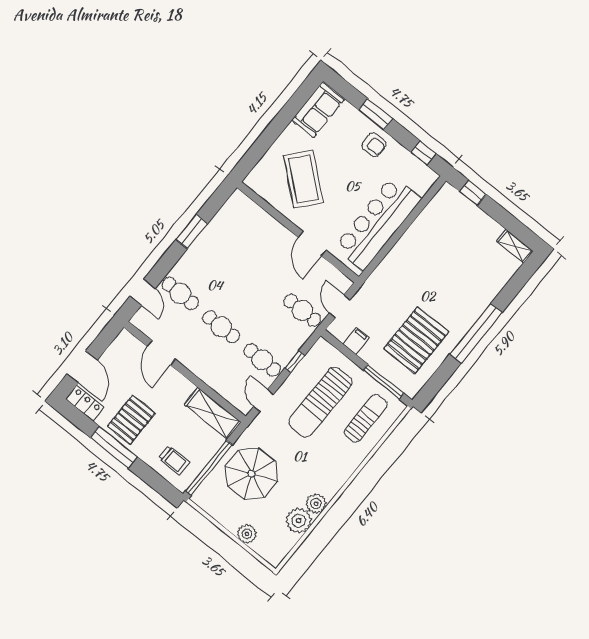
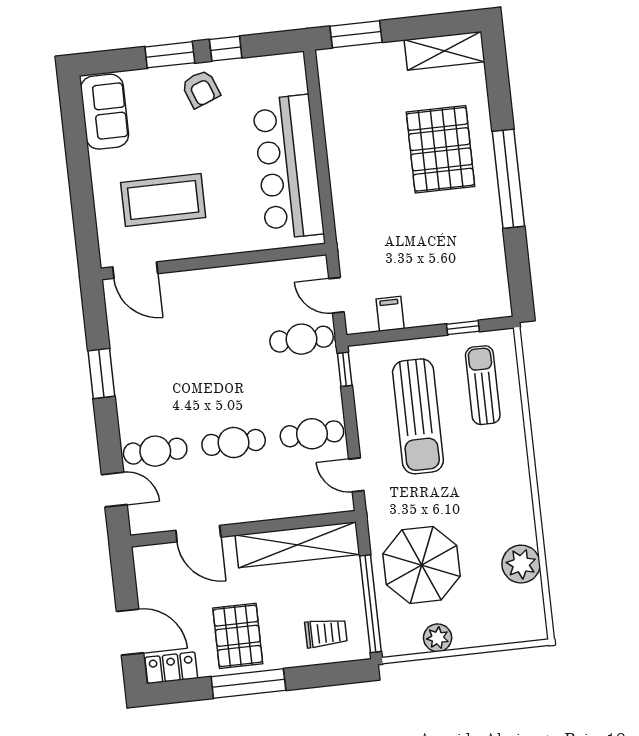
armchair: (374, 145) -> (201, 89), turned 69
window: (424, 153) -> (226, 49), moved
coffee table: (303, 179) -> (163, 200), turned -40
window: (473, 193) -> (356, 34), width x1.50
door: (312, 244) -> (135, 270), moved
shelving: (515, 246) -> (444, 51), width x1.50, depth x1.33
pallet: (416, 340) -> (440, 149), moved
window: (295, 362) -> (345, 369), moved
window: (384, 382) -> (463, 328), width x0.46
shelving: (213, 413) -> (297, 545), width x1.47
plant: (316, 504) -> (521, 528), removed
plant: (247, 534) -> (438, 638), moved

